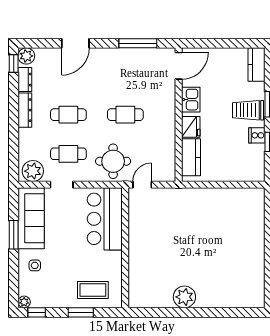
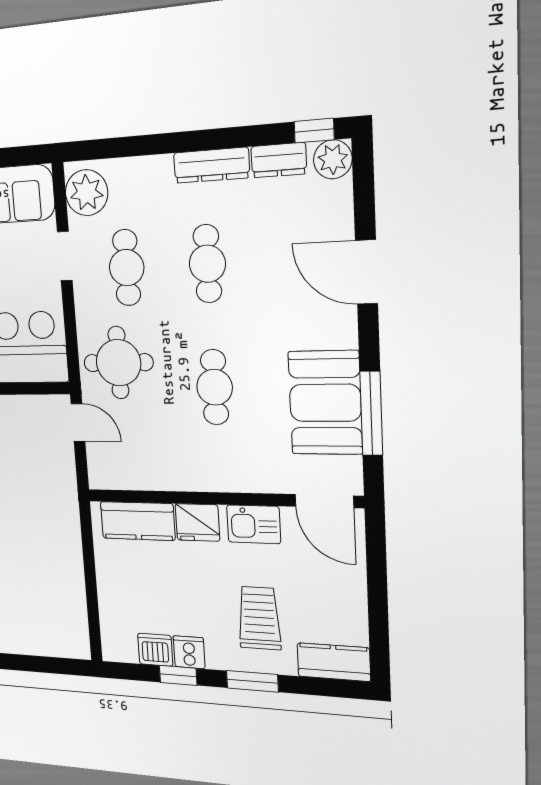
booth: (133, 64) -> (325, 403), added
trolley: (248, 110) -> (259, 618), moved
dishwasher: (257, 153) -> (155, 650), added

